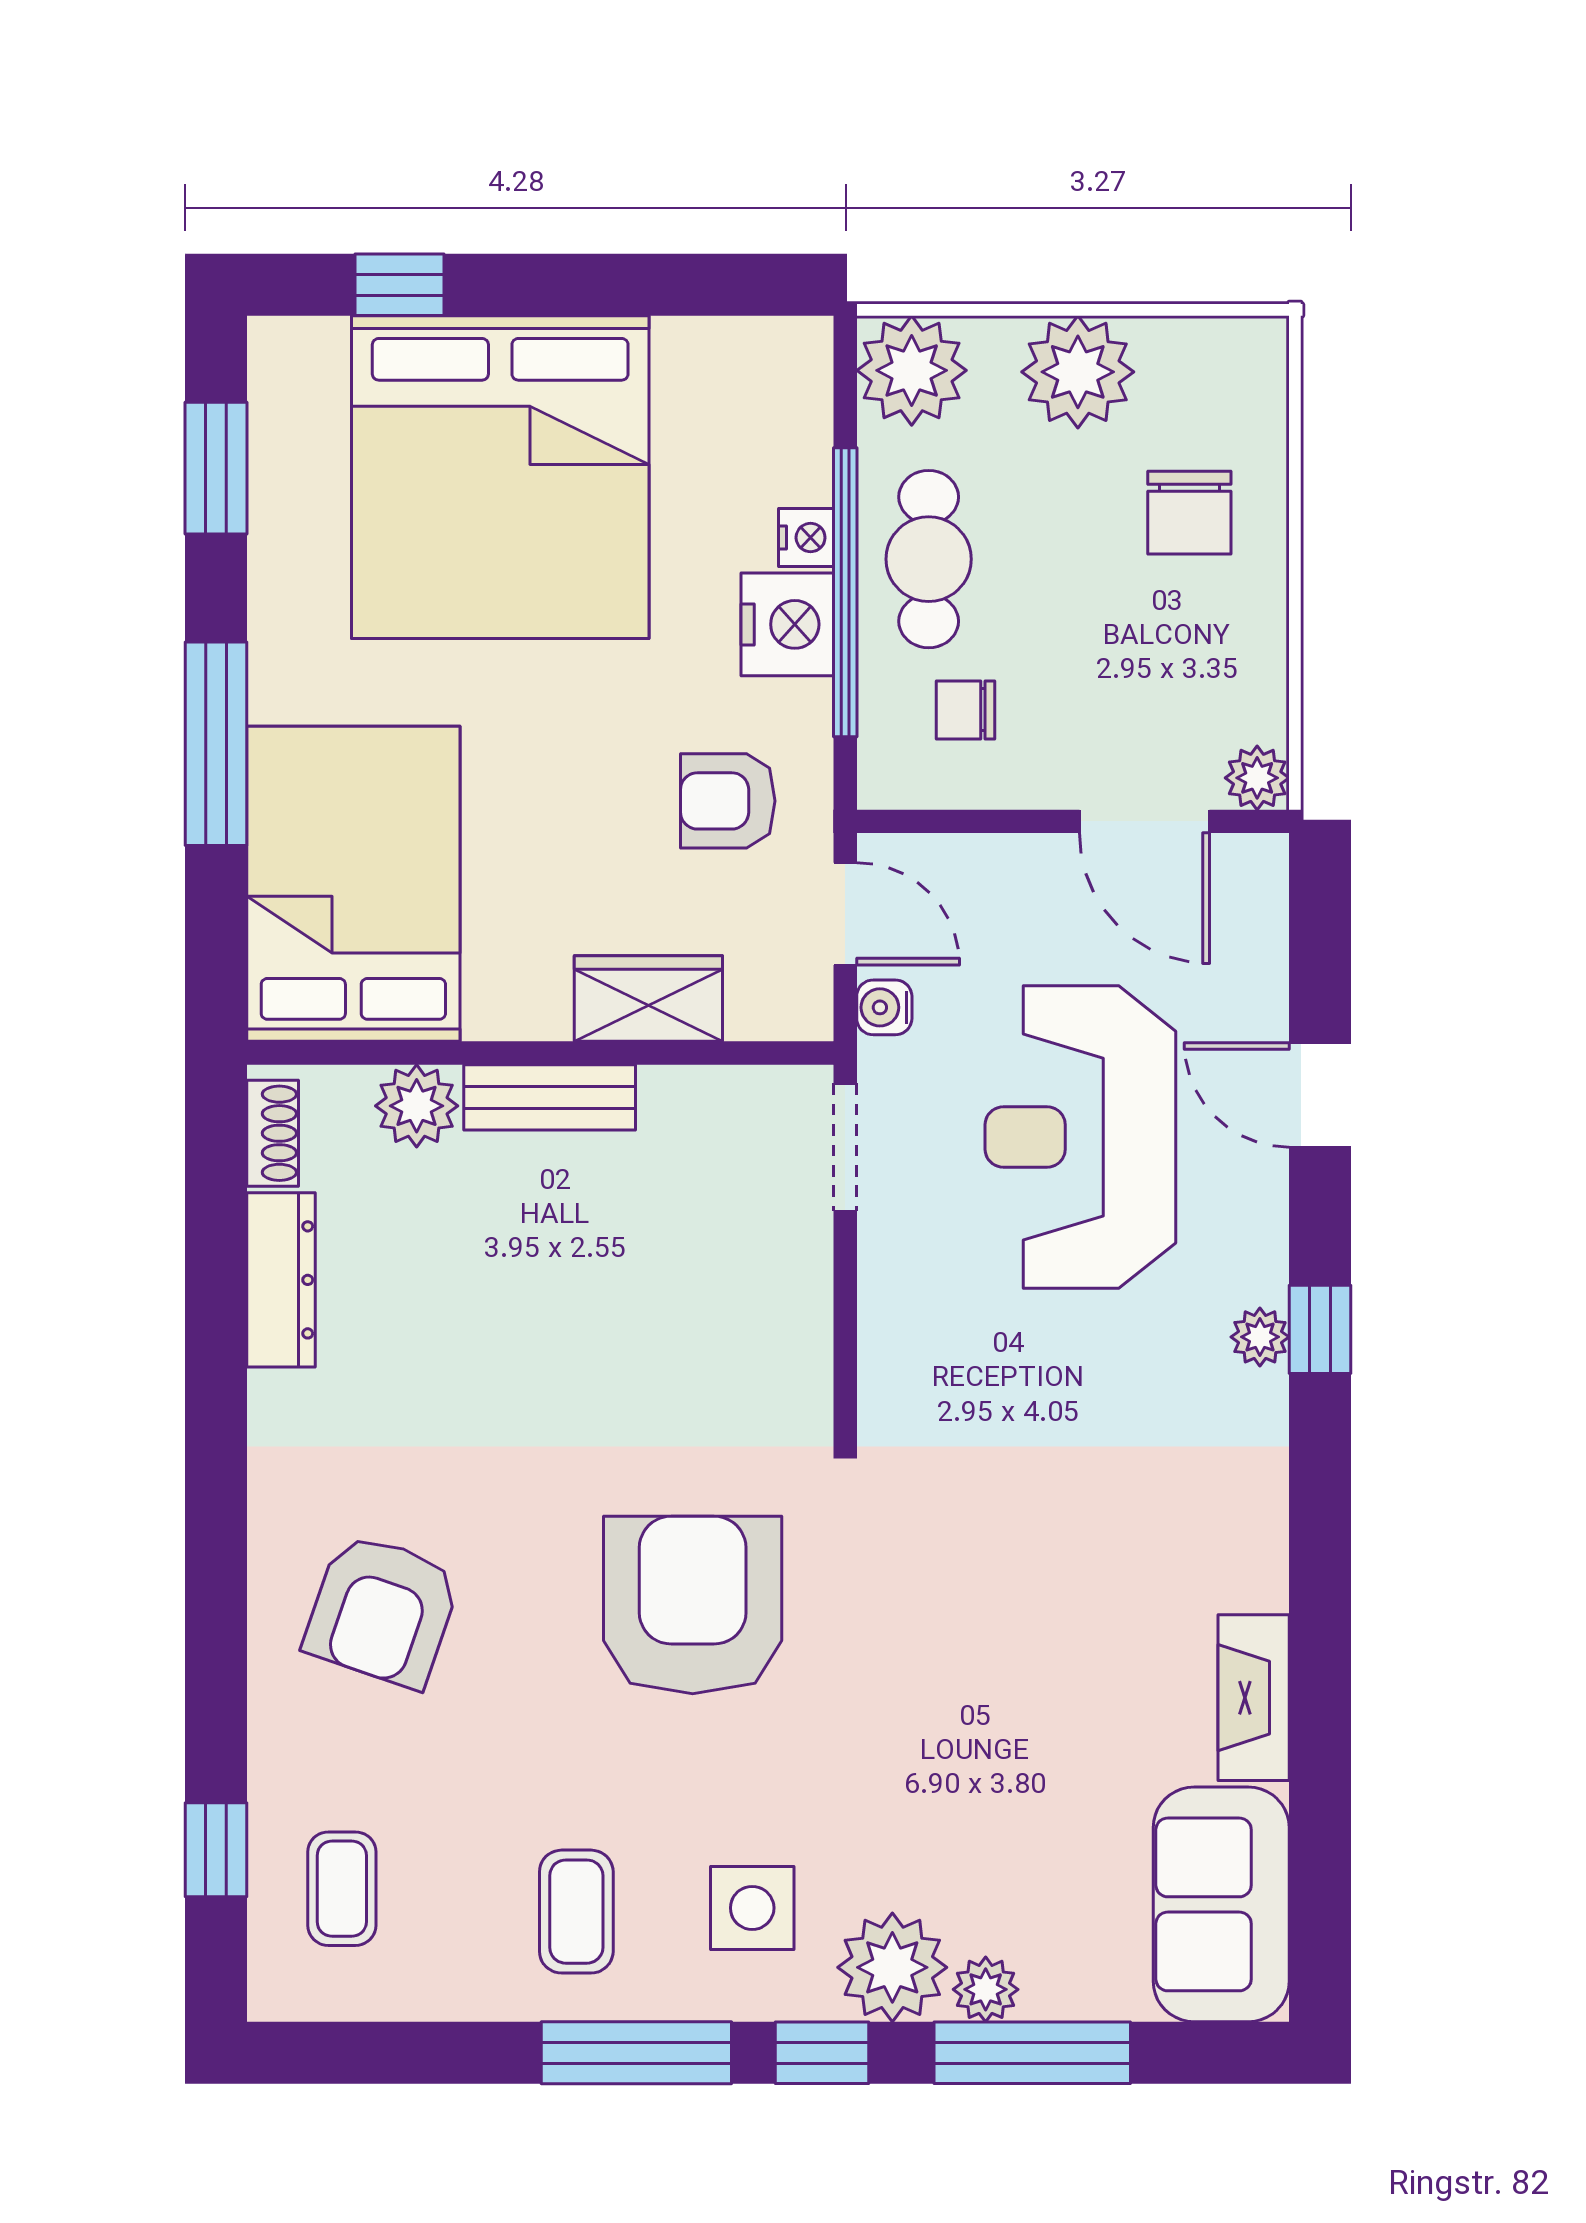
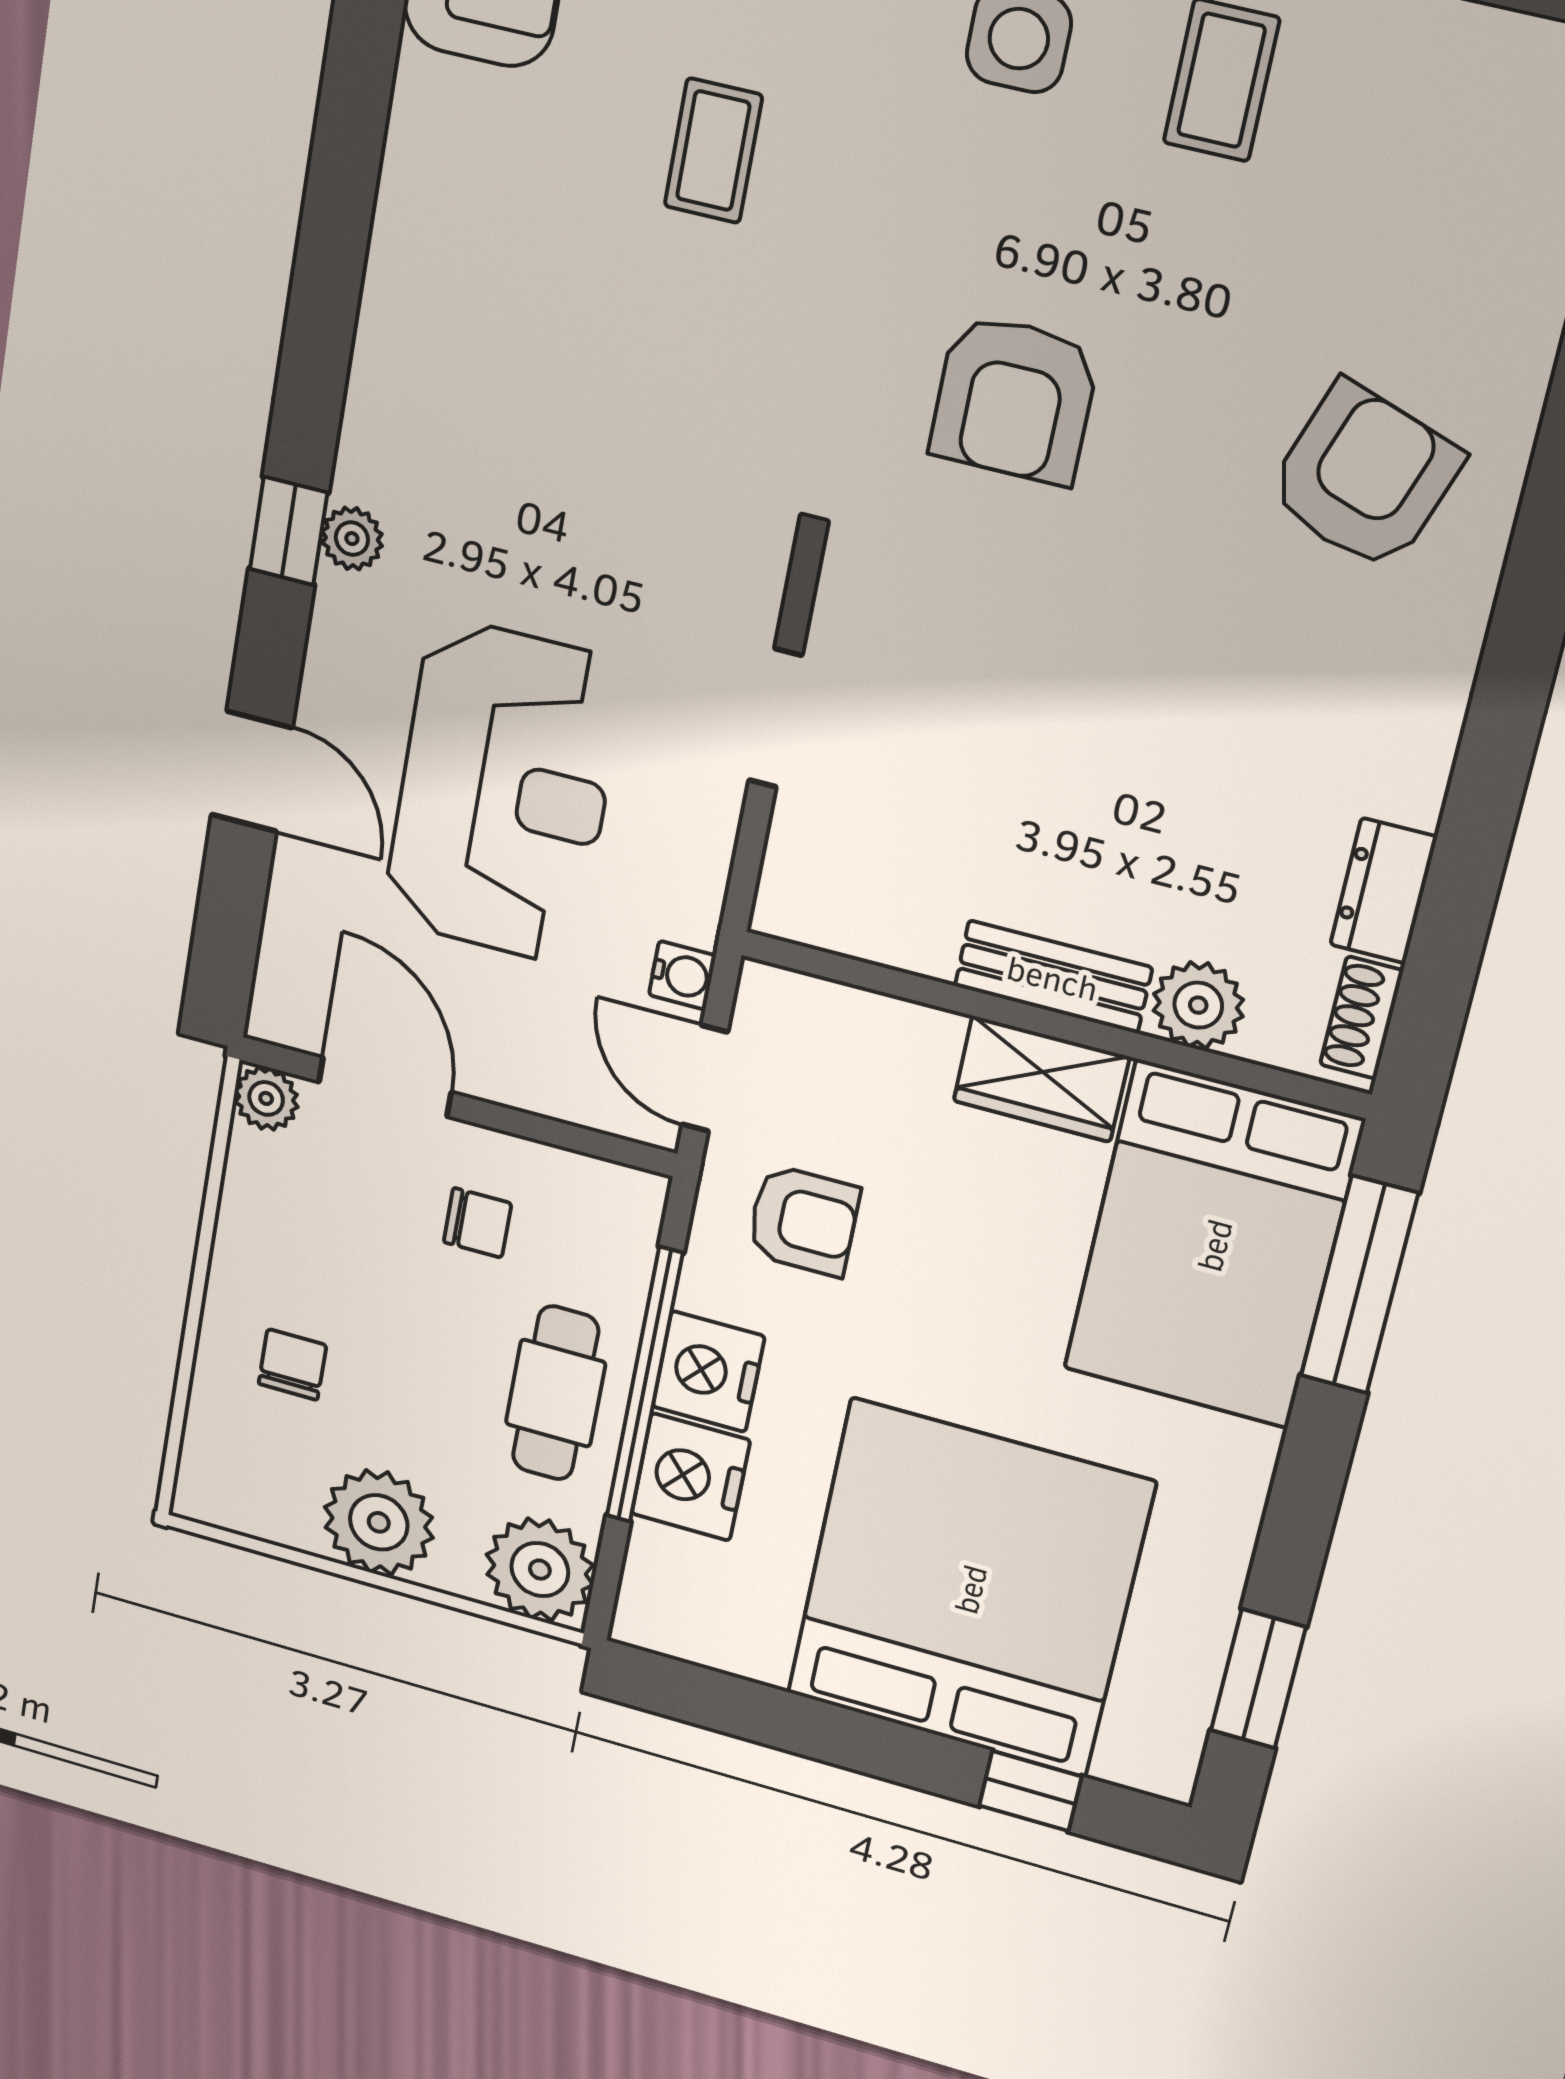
chair: (1189, 513) -> (292, 1365), width x0.73, depth x0.73
nightstand: (806, 538) -> (691, 1477), width x1.89, depth x1.79
chair: (965, 710) -> (478, 1223), moved
window: (216, 744) -> (1359, 1285), moved
wardrobe: (648, 999) -> (1041, 1079), moved
doorway: (845, 1147) -> (775, 718), moved
dresser: (281, 1280) -> (1383, 891), width x0.70
armchair: (693, 1605) -> (1014, 399), width x0.73, depth x0.73
fireplace: (1254, 1698) -> (421, 150), removed
coffee table: (342, 1889) -> (713, 151), moved

